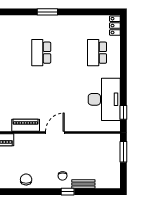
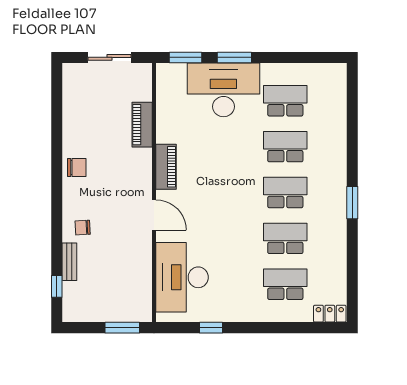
school desk: (13, 53) -> (285, 147), added
school desk: (69, 53) -> (285, 238), added
desk: (104, 99) -> (182, 277), moved, turned 90
window: (123, 112) -> (211, 328), moved
window: (68, 192) -> (57, 286), moved

